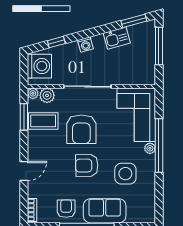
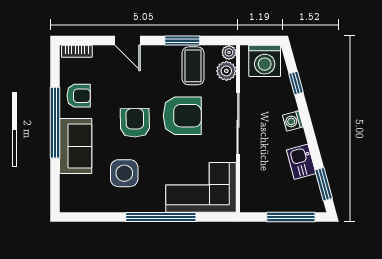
window: (24, 117) -> (182, 41), moved
armchair: (81, 129) -> (182, 116), turned 180
plant: (150, 148) -> (157, 205), removed

